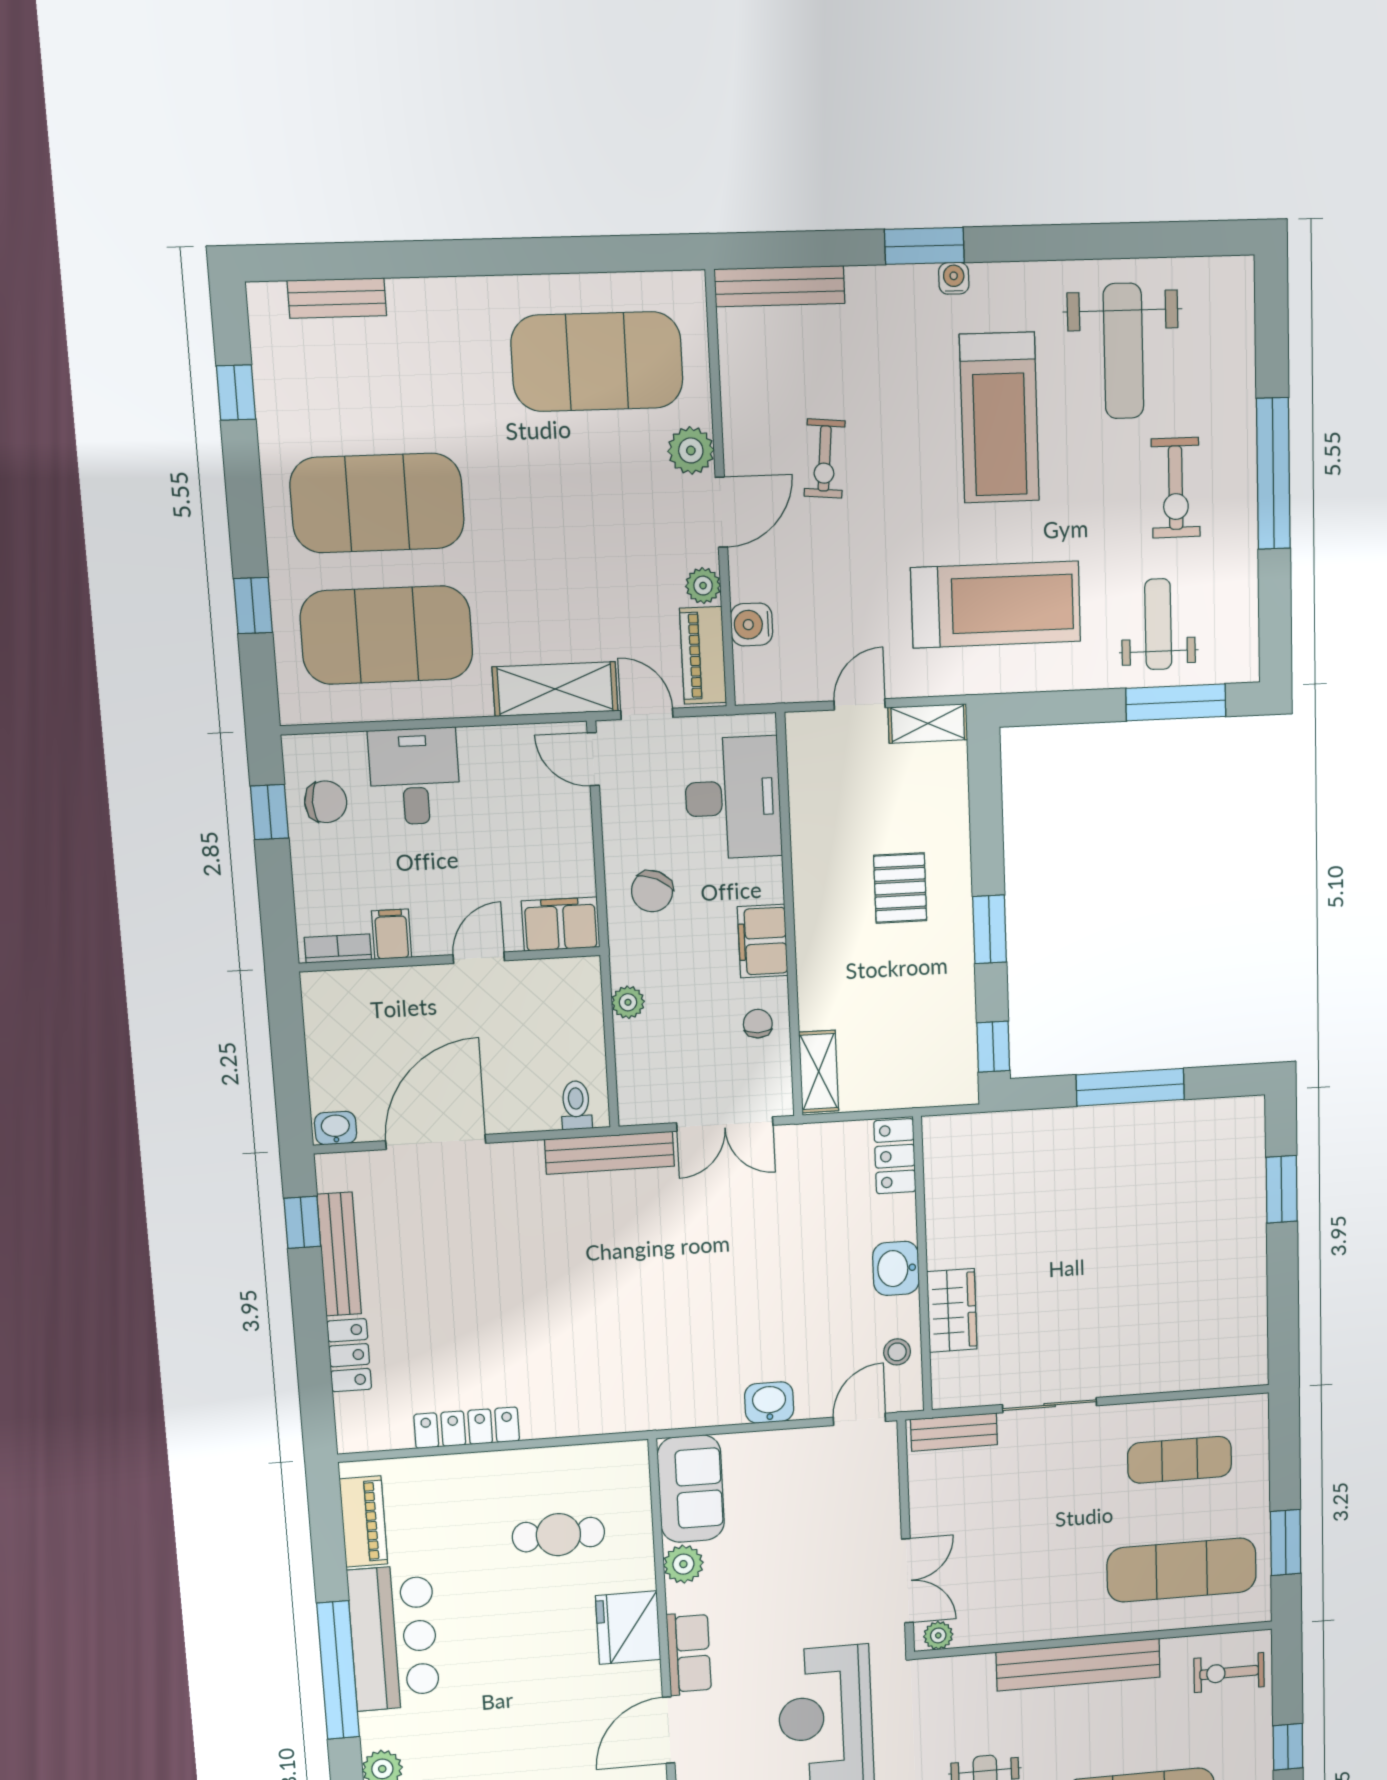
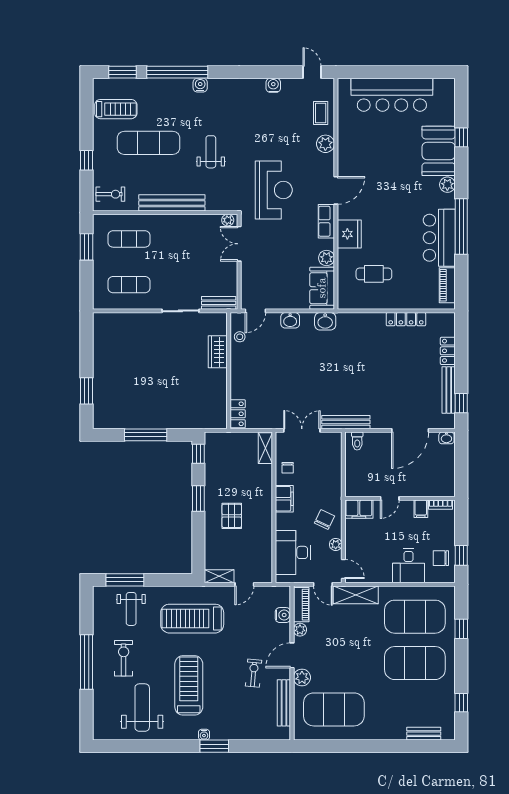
bench: (780, 286) -> (284, 703), moved, turned 90
plant: (628, 1002) -> (336, 544), moved
washbasin: (896, 1268) -> (325, 321), moved, turned 90
exercise mat: (1182, 1570) -> (129, 239), width x0.73, depth x0.69

